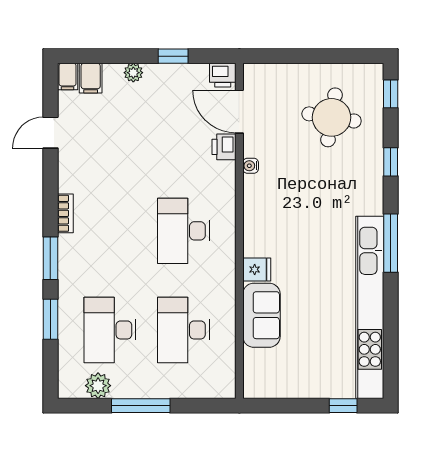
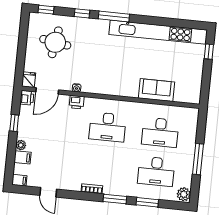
filing cabinet: (91, 78) -> (23, 157), moved
printer: (224, 147) -> (77, 102), moved
window: (391, 243) -> (114, 17), moved
fridge: (257, 269) -> (29, 80), moved
plant: (98, 386) -> (184, 194), moved

